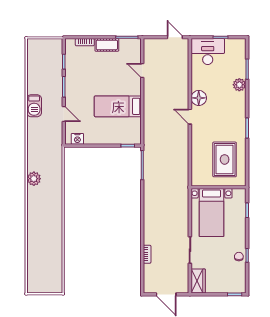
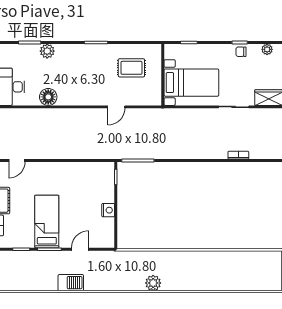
door: (142, 70) -> (17, 161), moved
floor lamp: (199, 98) -> (48, 97), moved
bed: (118, 106) -> (47, 222), moved, turned 180
door: (190, 117) -> (116, 107), moved
nightstand: (77, 139) -> (108, 210), moved
rug: (225, 159) -> (131, 68), width x0.73, depth x0.70
plant: (241, 280) -> (267, 49), added

